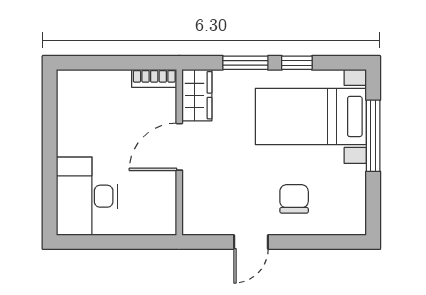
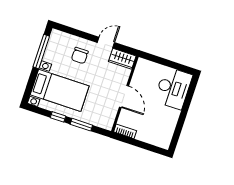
wardrobe: (197, 95) -> (122, 59), moved, turned -90
window: (373, 136) -> (41, 52), moved
door: (179, 147) -> (124, 96), hinge flipped

